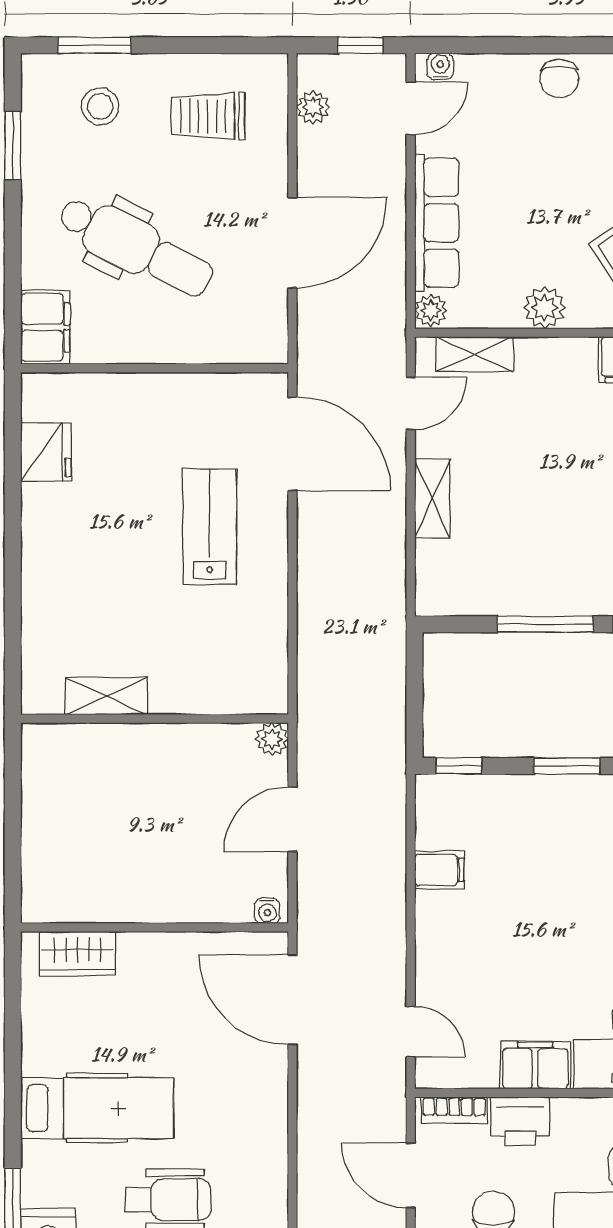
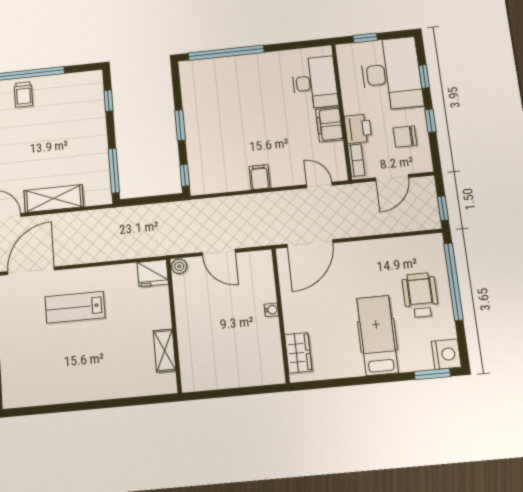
fridge: (46, 452) -> (153, 273), moved, turned 180
shelving: (432, 498) -> (54, 199), width x1.50, depth x1.33
window: (545, 624) -> (114, 171), moved
filing cabinet: (439, 870) -> (260, 177), moved
water cooler: (267, 911) -> (271, 310), moved
door: (411, 1032) -> (319, 185), hinge flipped

